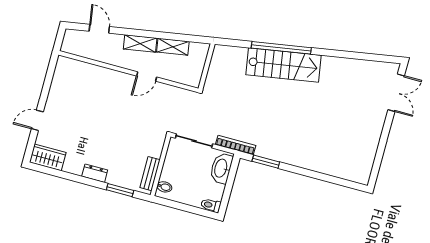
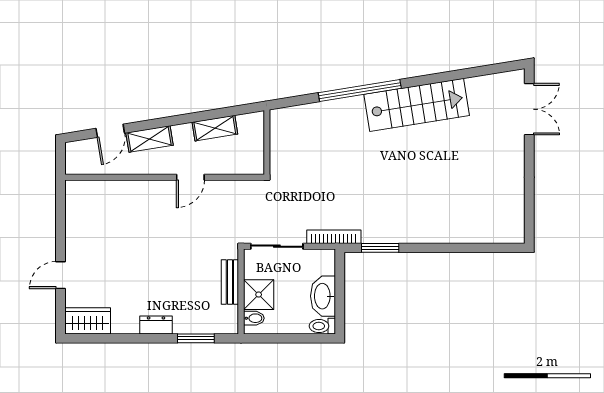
door: (99, 29) -> (110, 131), swing flipped
shelving: (140, 44) -> (149, 139), moved
stairs: (284, 65) -> (417, 105), moved
washbasin: (221, 168) -> (323, 296), moved
shower: (172, 171) -> (259, 295), added
bench: (150, 174) -> (230, 282), moved

